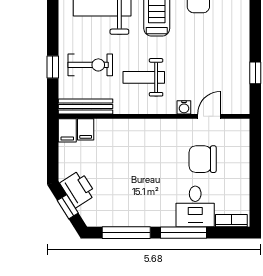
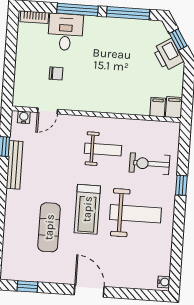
window: (53, 67) -> (181, 185), moved
bench: (86, 106) -> (15, 165), moved, turned 90
water cooler: (184, 107) -> (24, 117), moved
chair: (203, 159) -> (56, 73), width x0.54, depth x0.54

